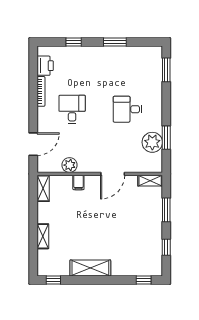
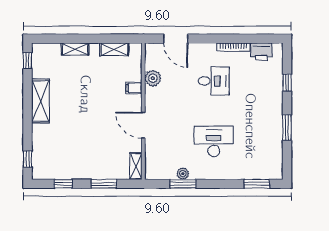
desk: (128, 109) -> (214, 141), width x1.37
plant: (152, 142) -> (183, 174), width x0.53, depth x0.53
shelving: (43, 188) -> (114, 49), moved

